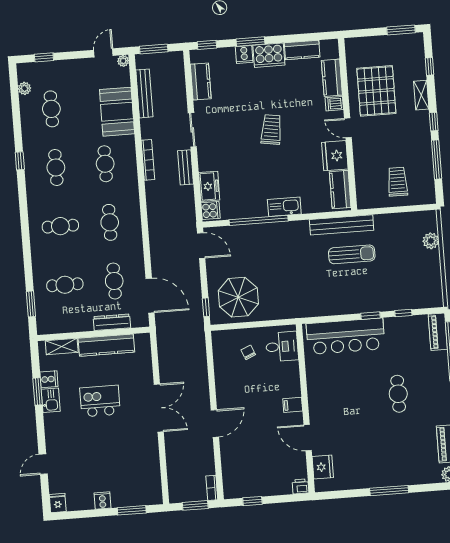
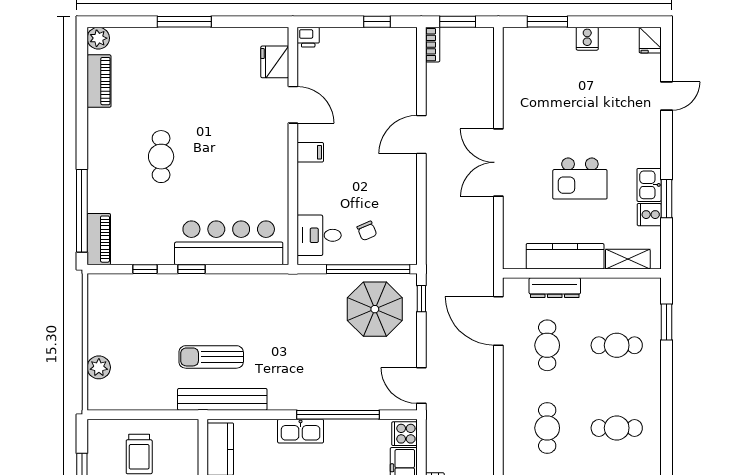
window: (245, 325) -> (368, 269), added

